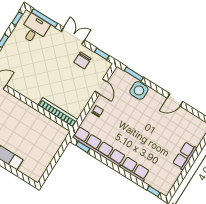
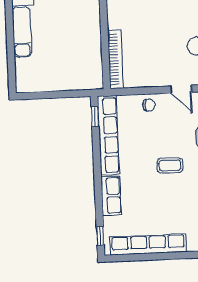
door: (101, 86) -> (181, 89), hinge flipped
coffee table: (141, 123) -> (170, 165), added
row of seats: (185, 156) -> (148, 244), width x2.02

